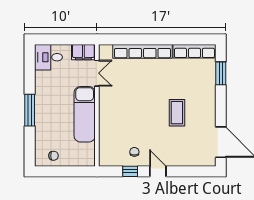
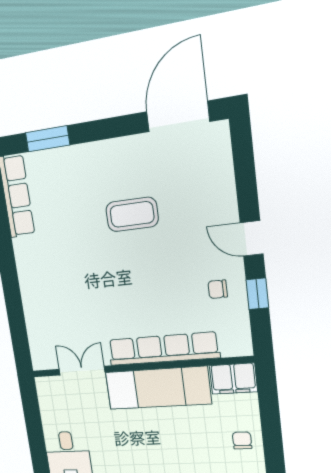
row of seats: (143, 51) -> (163, 349), moved, turned -90
filing cabinet: (83, 52) -> (233, 379), moved, turned 90
door: (158, 171) -> (252, 238), hinge flipped

